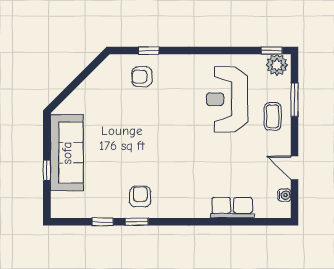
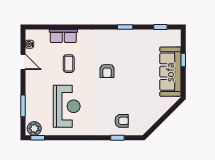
coffee table: (273, 116) -> (69, 64), moved
armchair: (140, 197) -> (107, 71), moved
window: (103, 222) -> (160, 27), moved

